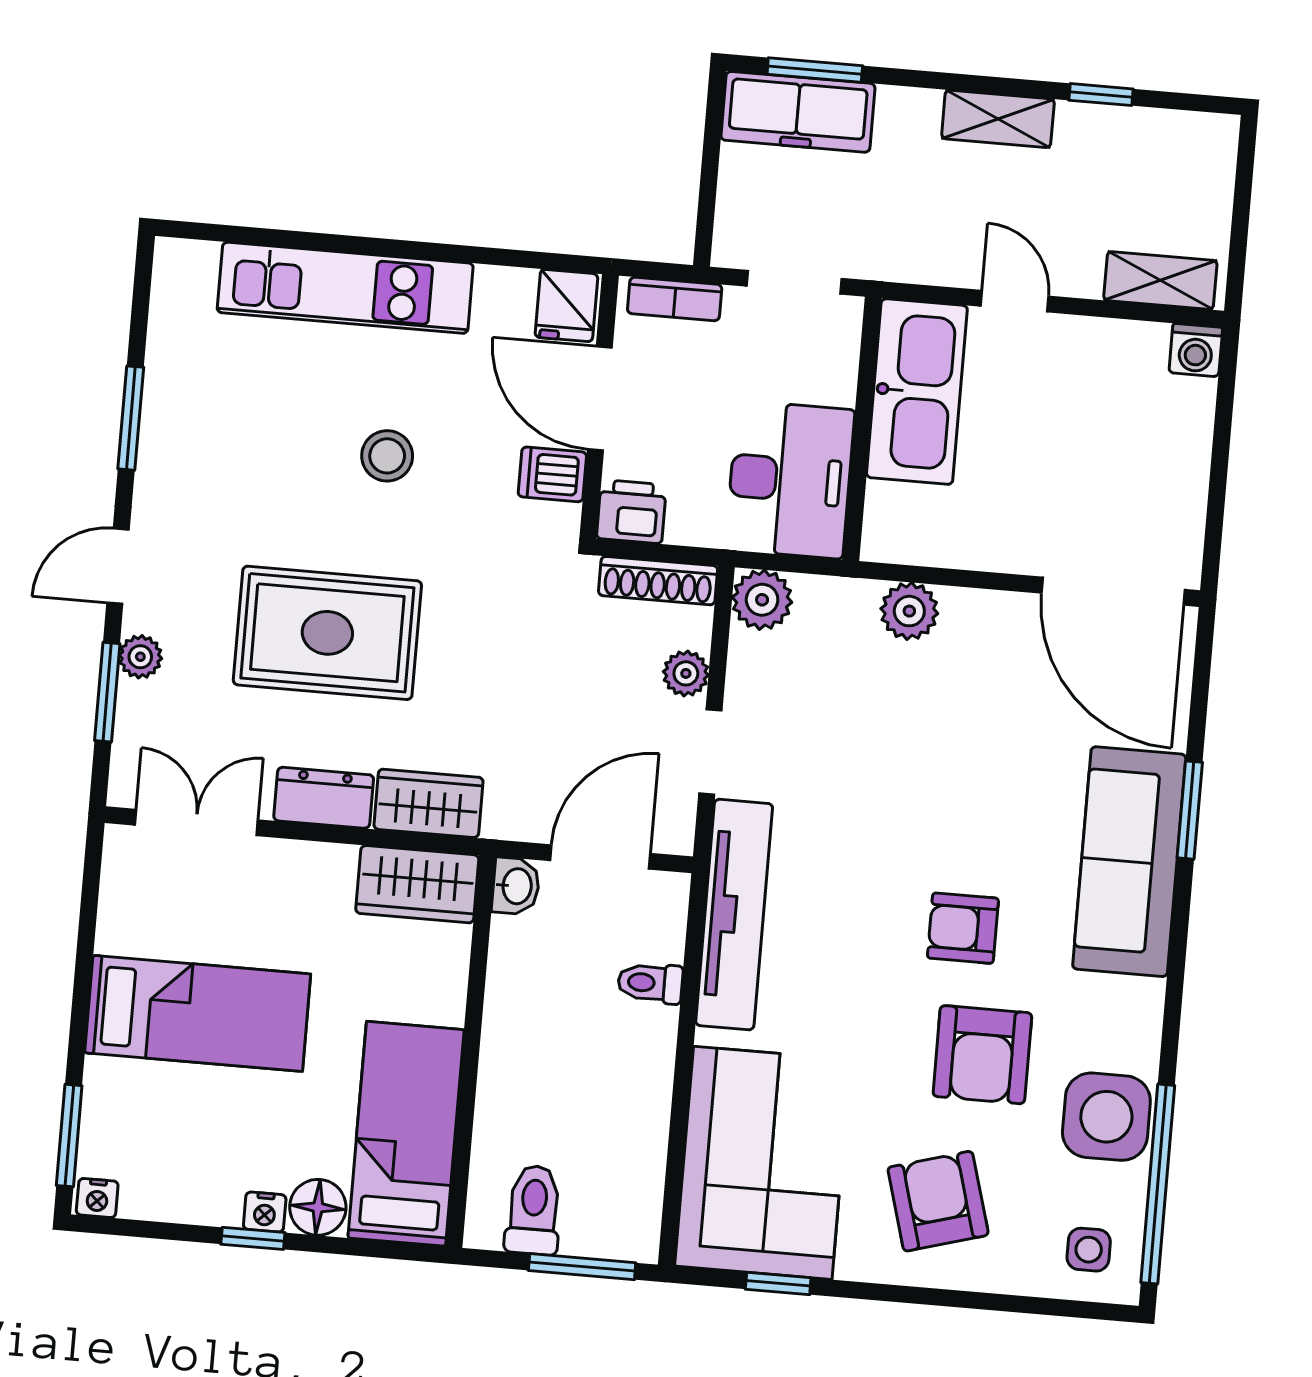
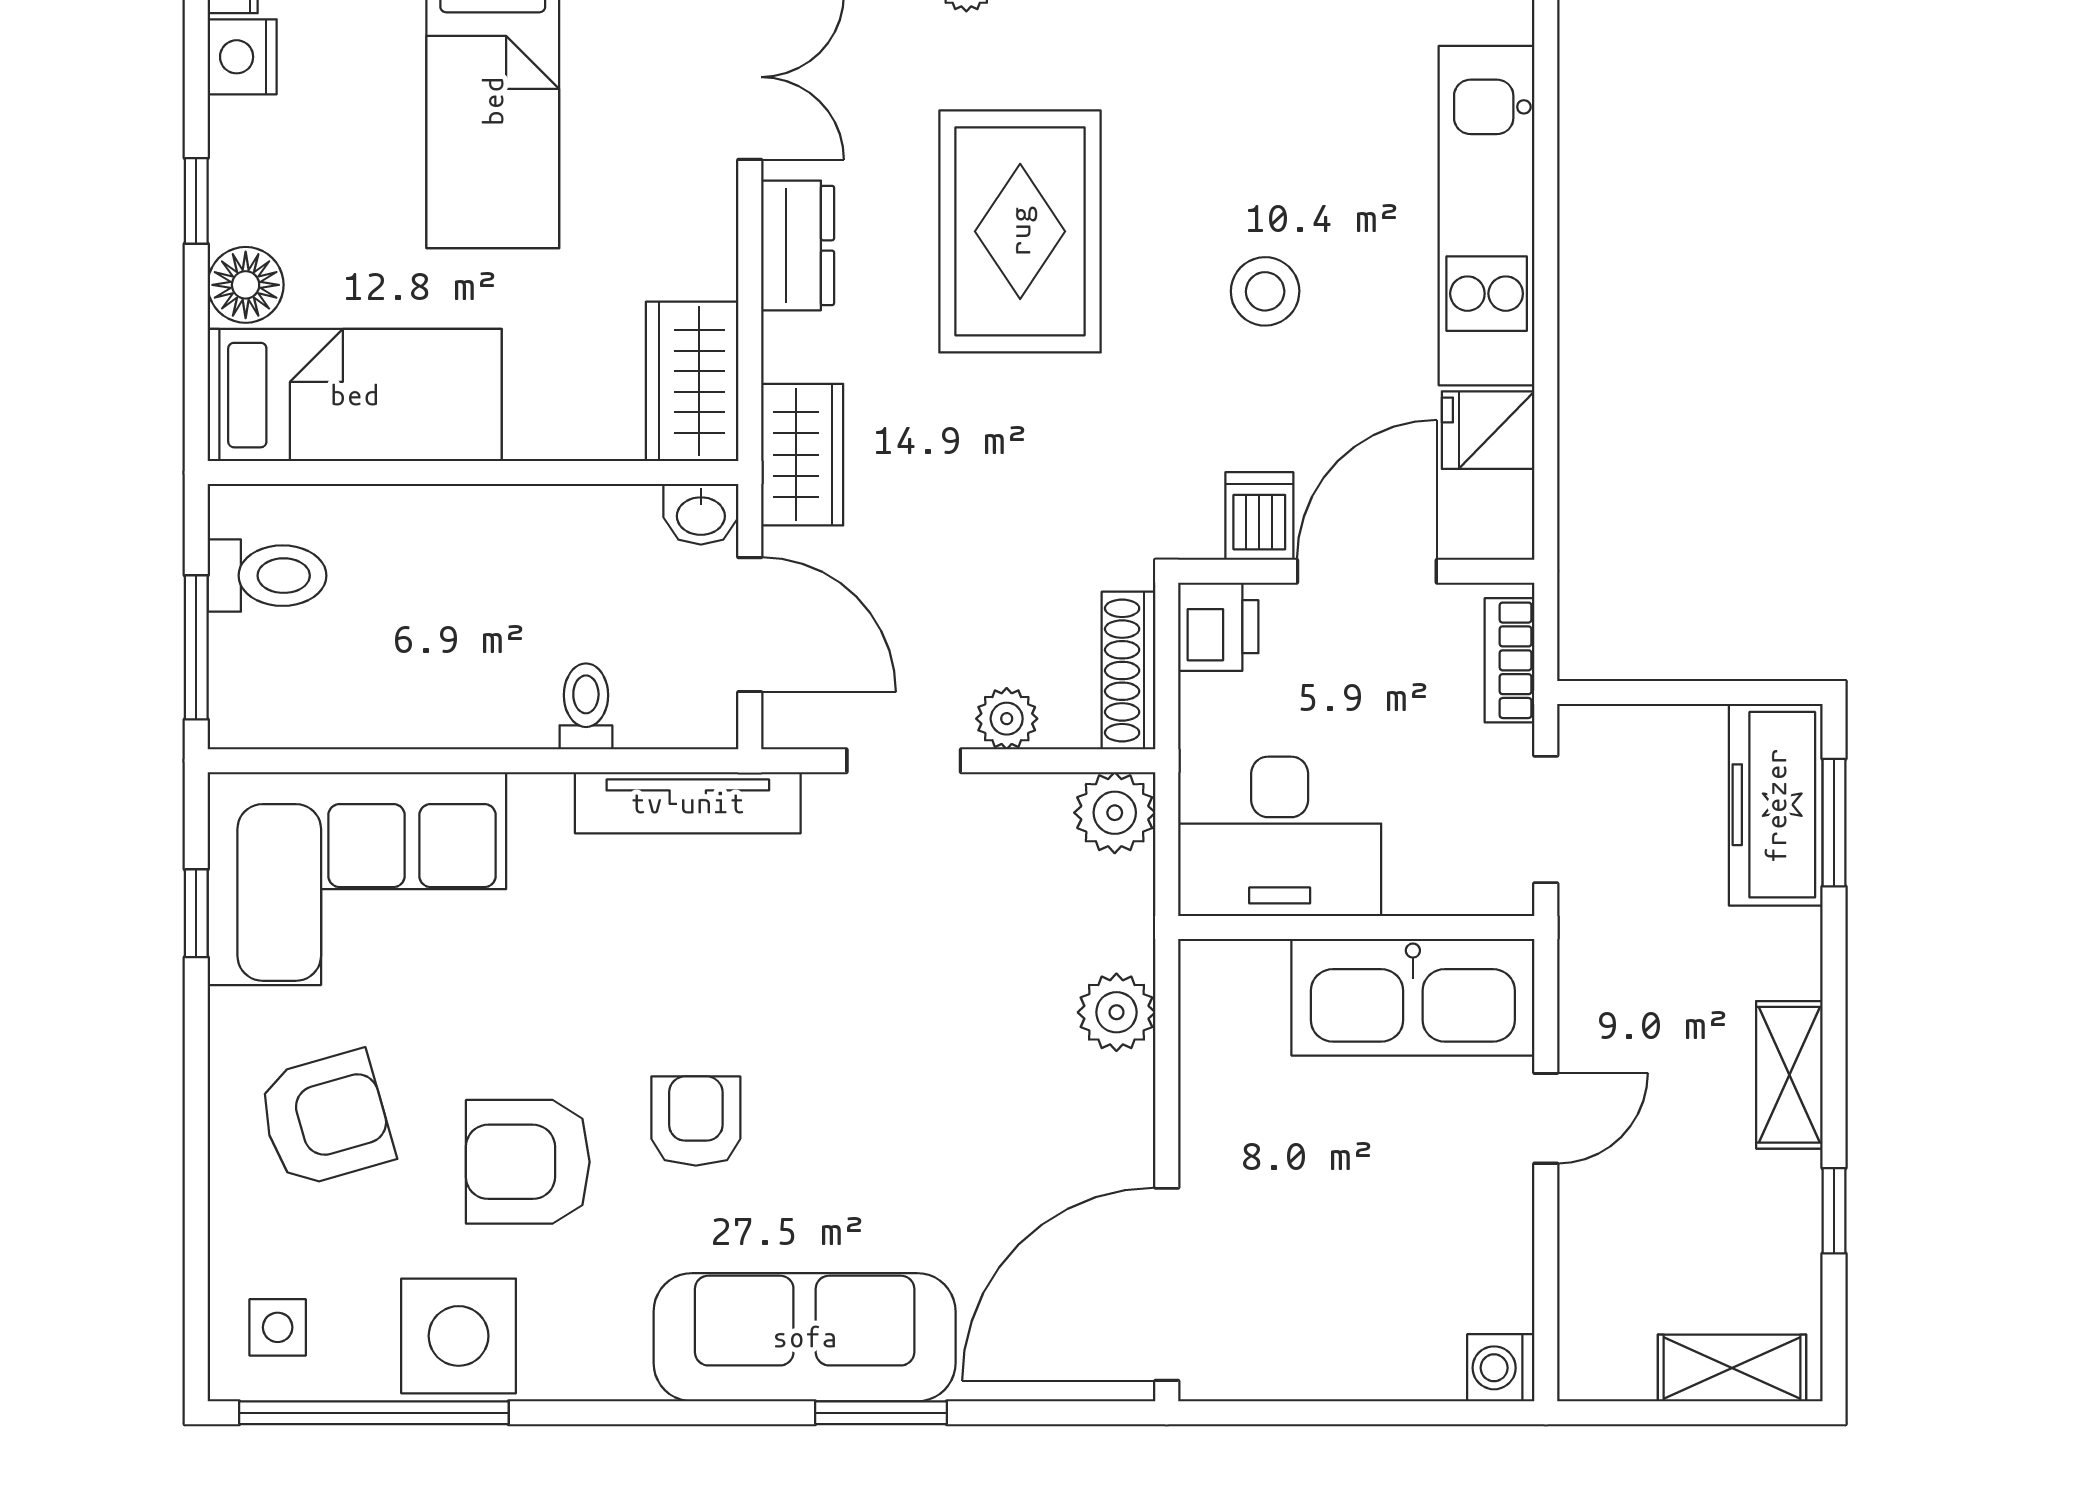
shelving: (1160, 280) -> (1732, 1368), moved, turned 90
fridge: (566, 306) -> (1488, 430), moved
wardrobe: (428, 803) -> (802, 455), moved
tv unit: (734, 915) -> (688, 803), width x0.73, depth x0.78
nightstand: (265, 1212) -> (242, 57), moved, width x1.39, depth x1.35

